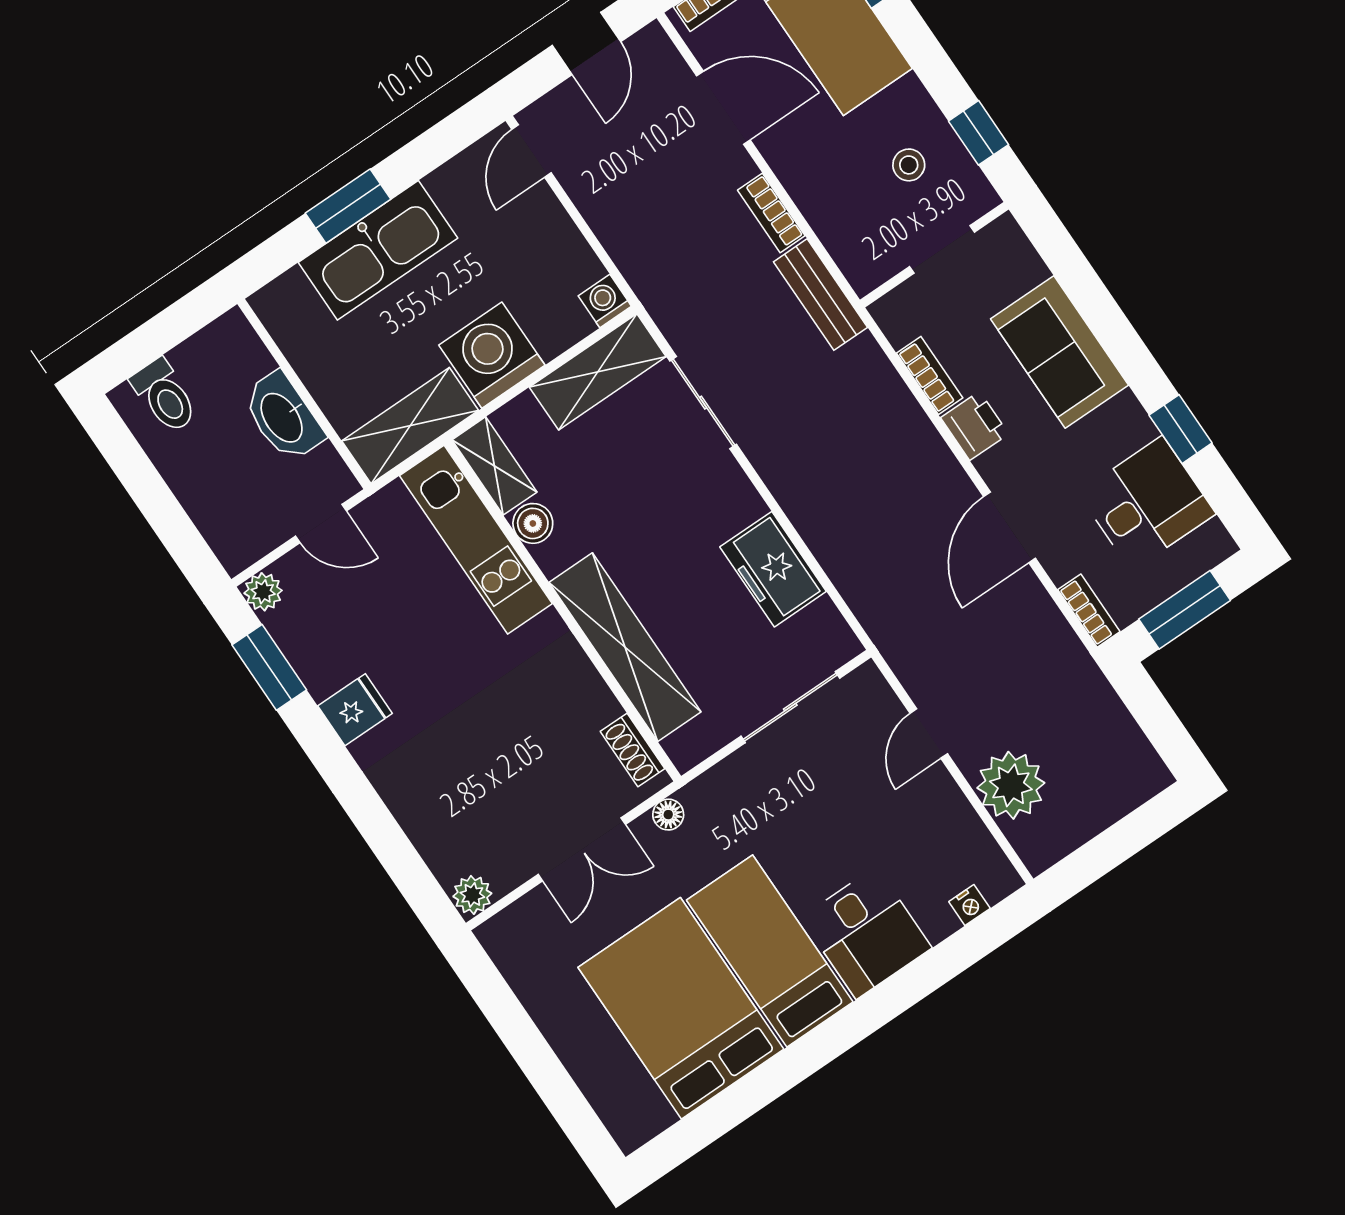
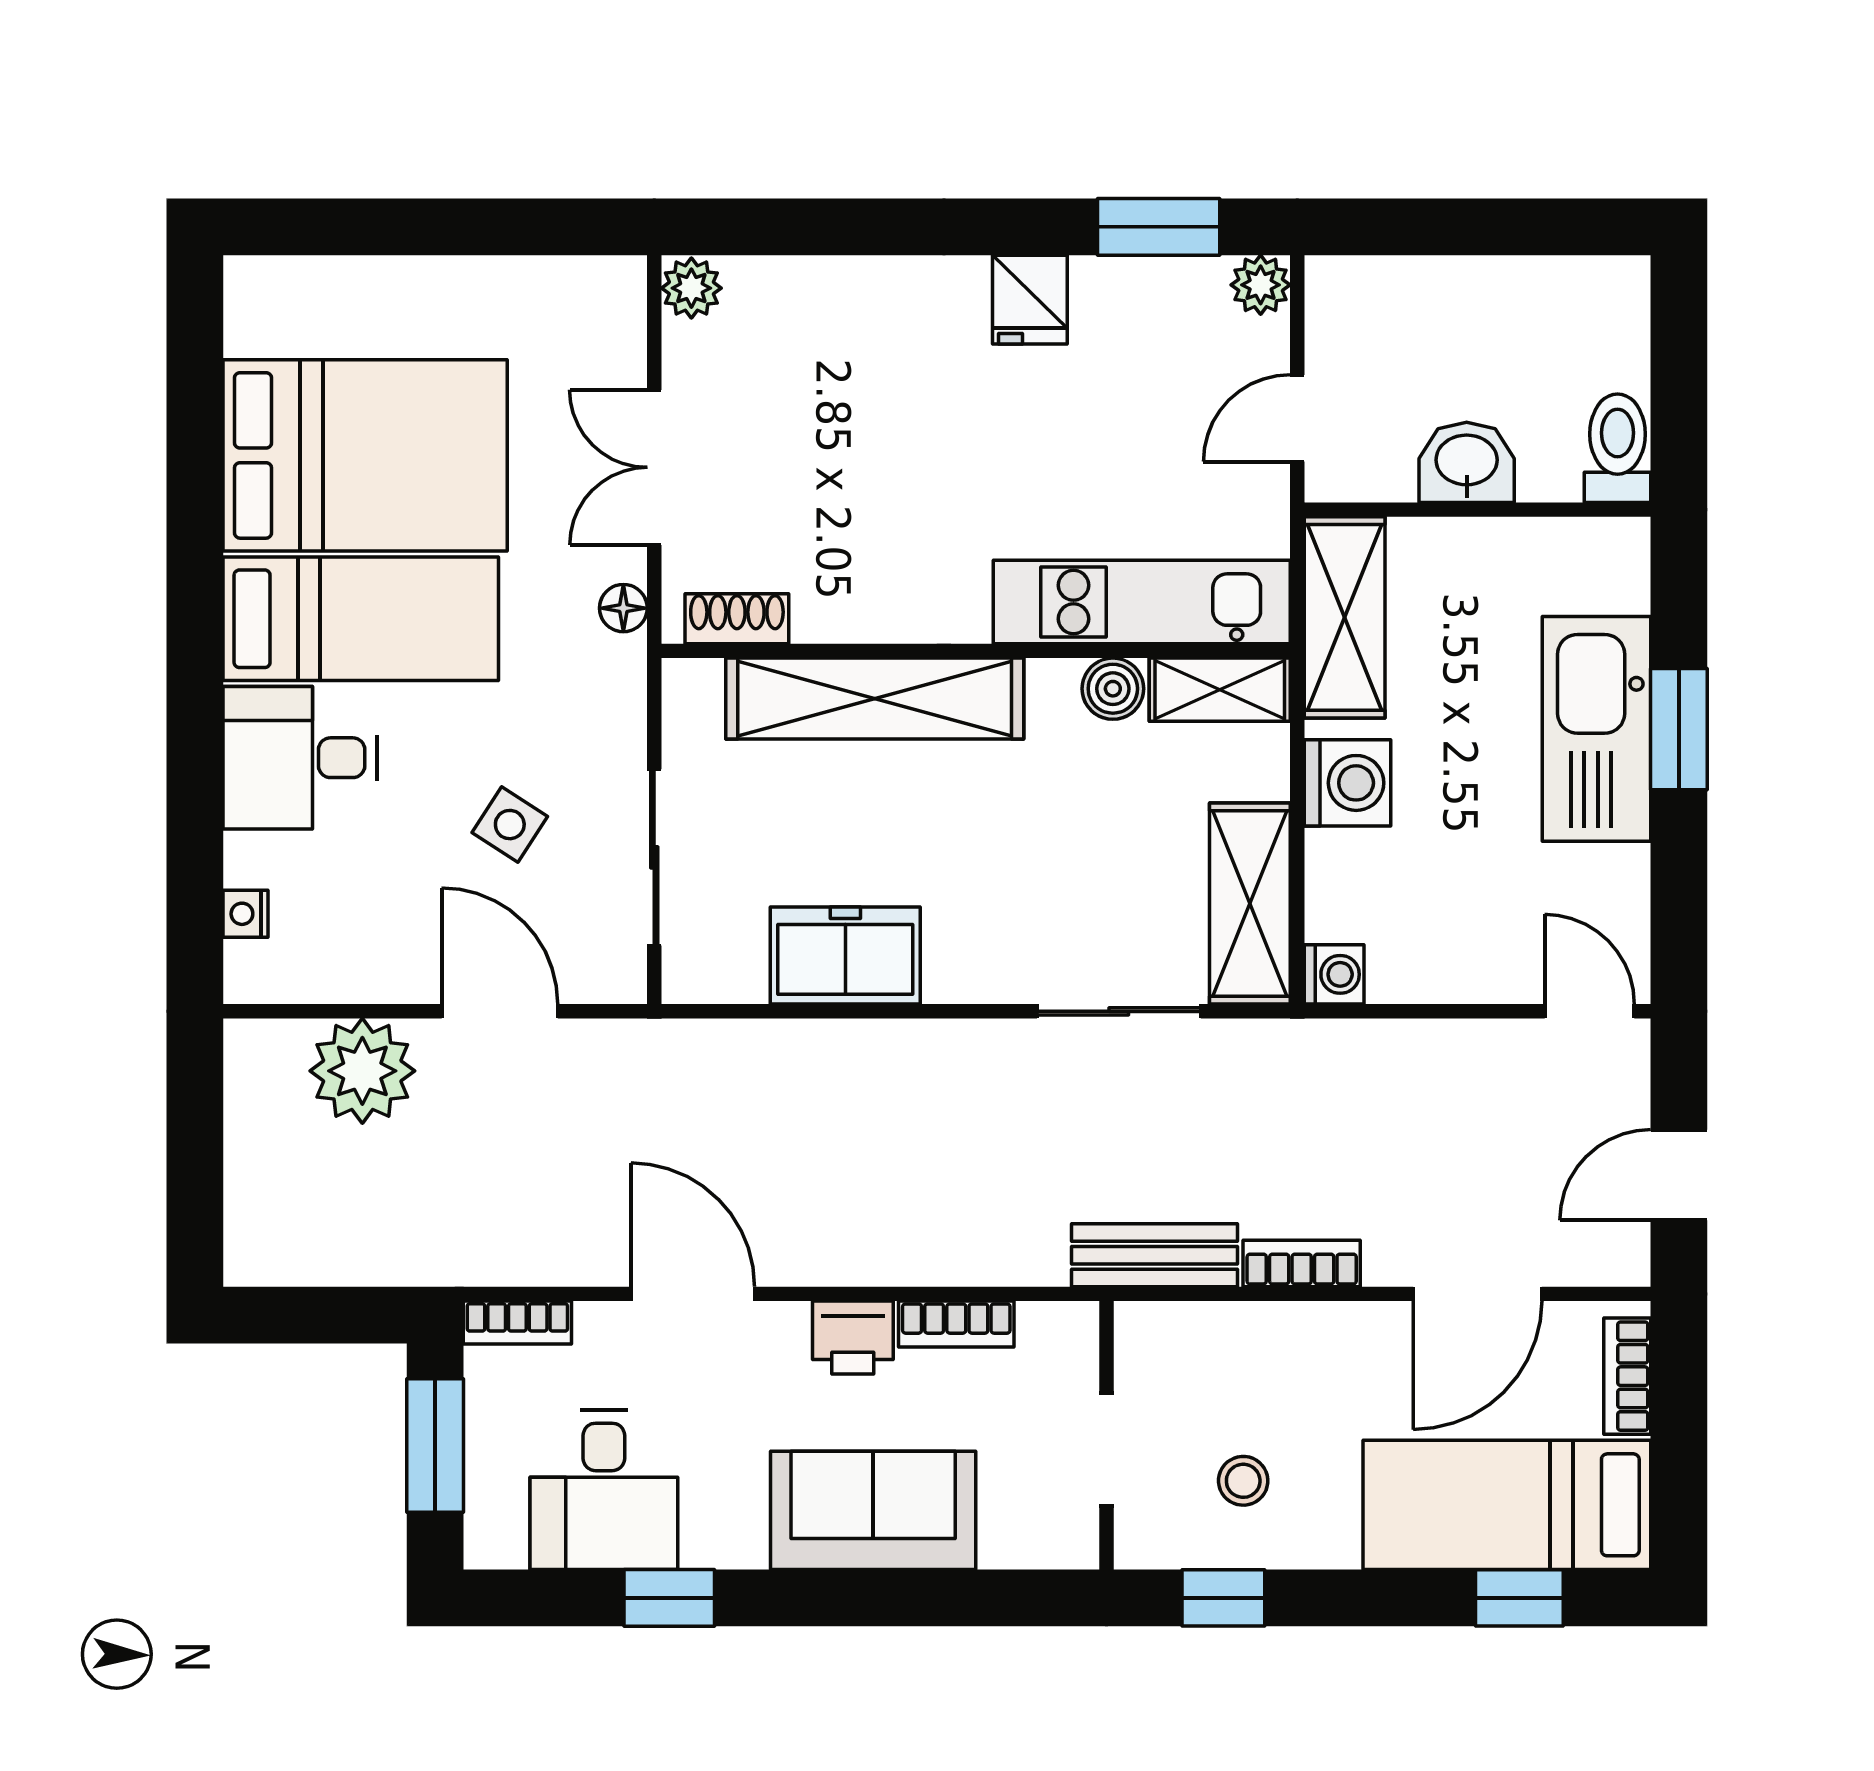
door: (586, 44) -> (1679, 1175), hinge flipped
washing machine: (492, 355) -> (1347, 783), width x0.73, depth x0.73
toilet: (165, 396) -> (1618, 448), moved, turned 90
washbasin: (283, 417) -> (1467, 462), width x0.72
door: (929, 734) -> (500, 1011), width x1.38
side table: (825, 796) -> (510, 825), added

